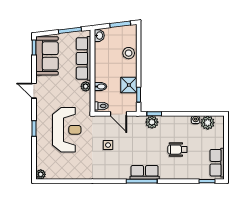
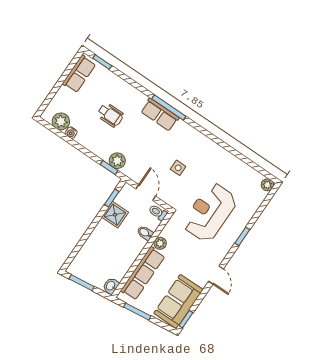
stool: (129, 53) -> (93, 247), removed

